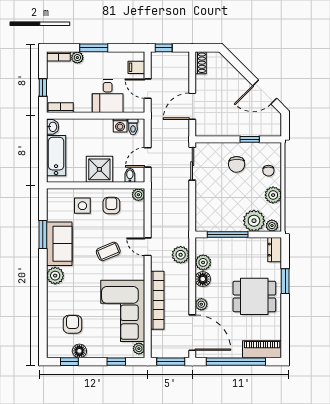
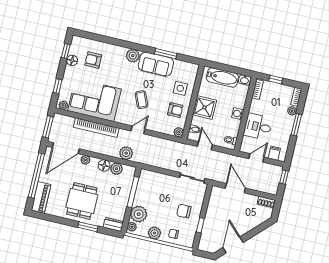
washing machine: (120, 125) -> (238, 114), moved
armchair: (73, 324) -> (93, 60), turned 180

